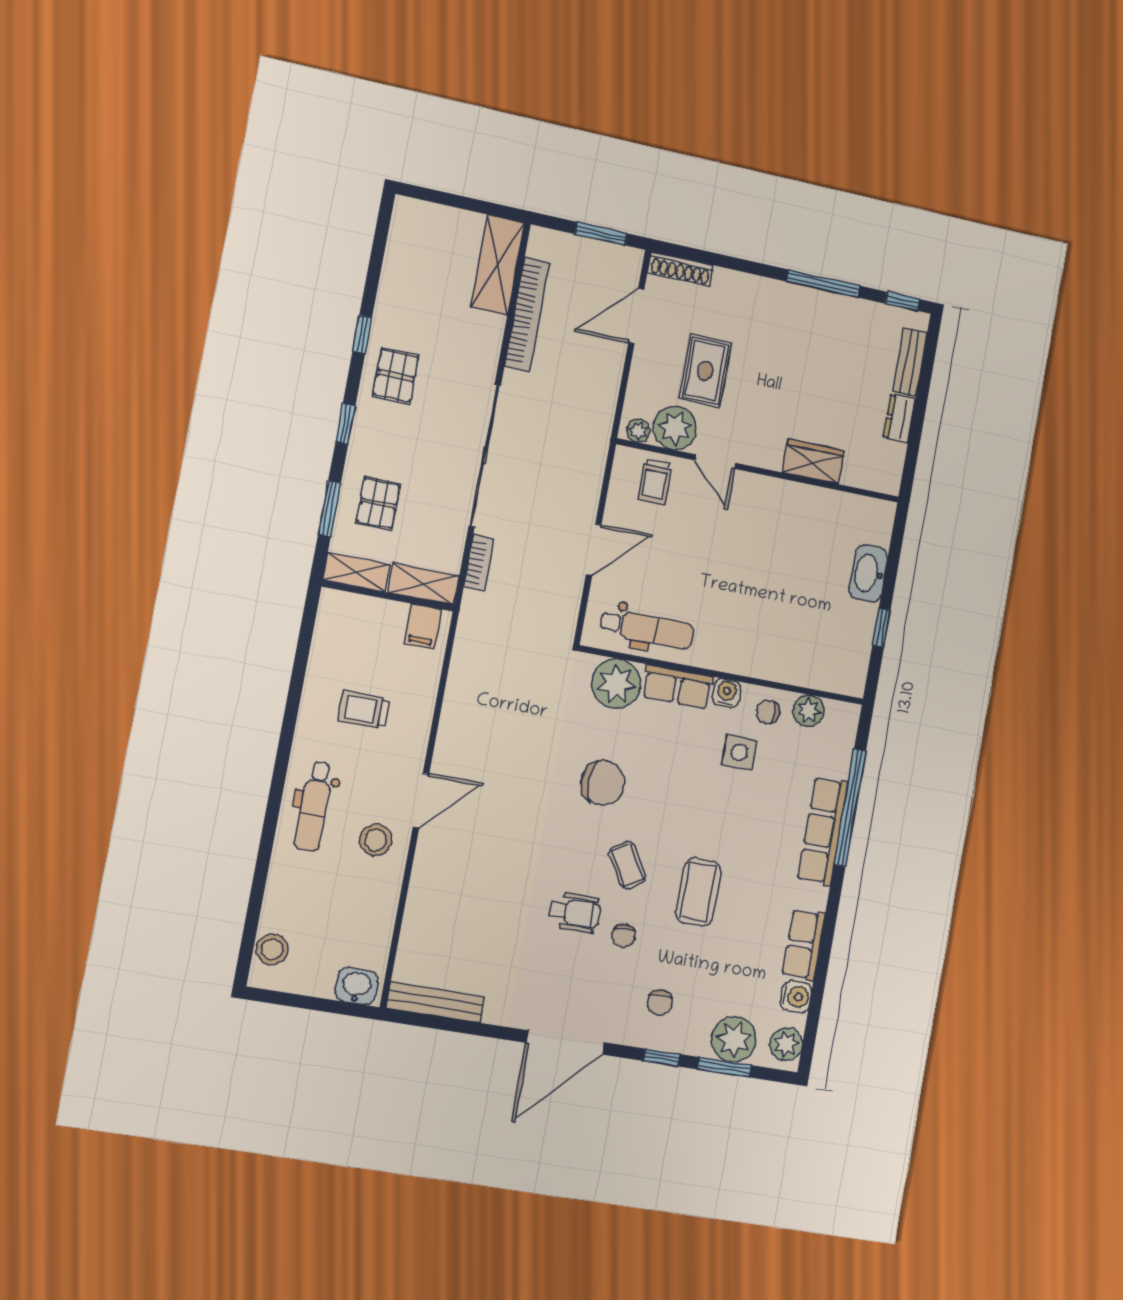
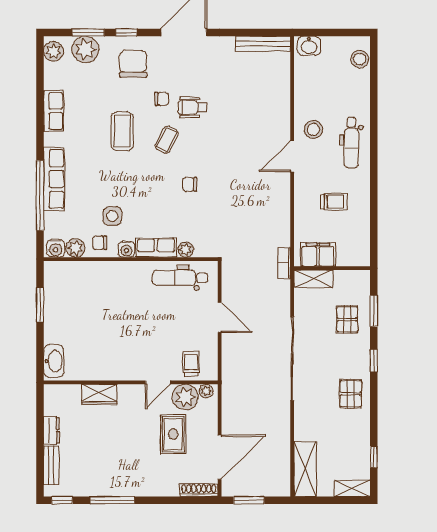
bookcase: (527, 314) -> (283, 445), removed
door: (636, 316) -> (220, 457), width x1.36
window: (362, 334) -> (374, 457), moved
door: (715, 462) -> (158, 382), swing flipped
door: (594, 550) -> (220, 317), swing flipped
bookcase: (479, 563) -> (284, 263), moved
shelving: (356, 572) -> (352, 489), moved
washbasin: (868, 574) -> (54, 361), moved
filing cabinet: (423, 626) -> (318, 255), width x2.00
window: (881, 628) -> (40, 305), width x1.50
plant: (616, 684) -> (186, 250), width x0.53, depth x0.53
chair: (768, 712) -> (100, 243), turned 180
chair: (603, 783) -> (190, 184), width x0.54, depth x0.54
dental chair: (314, 806) -> (351, 143), turned 180
coffee table: (627, 865) -> (167, 140), turned 59
chair: (623, 936) -> (162, 99), turned 90
water cooler: (796, 997) -> (56, 248), moved, turned -90
chair: (660, 1002) -> (133, 64), width x1.87, depth x1.87

